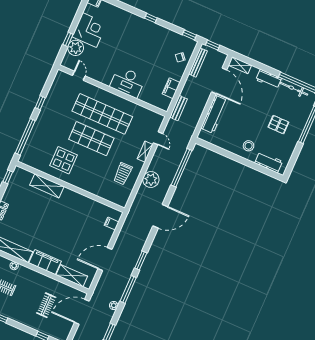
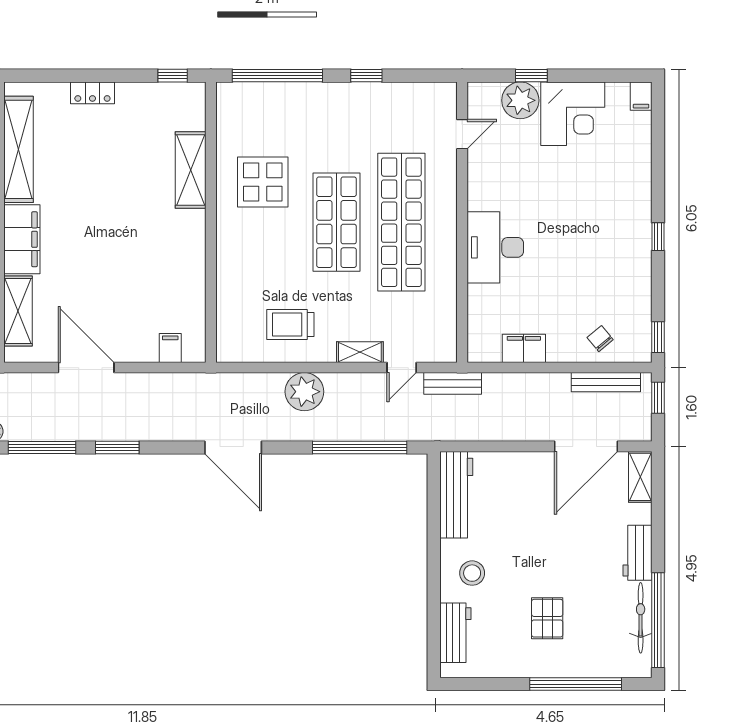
bench: (178, 108) -> (453, 383), moved
workbench: (214, 114) -> (456, 495), moved, turned -90

